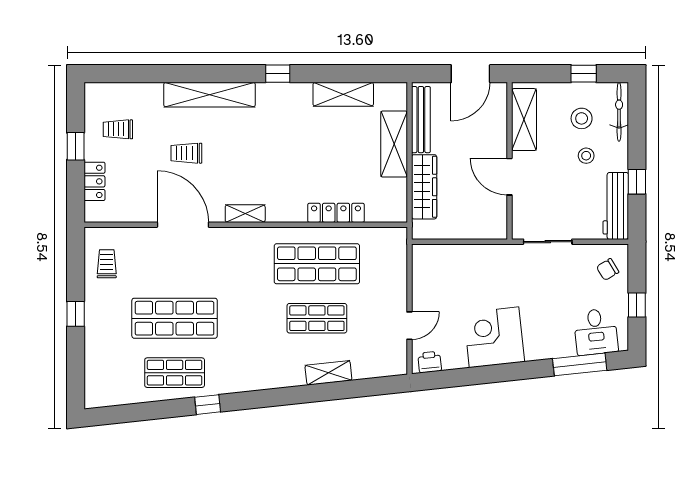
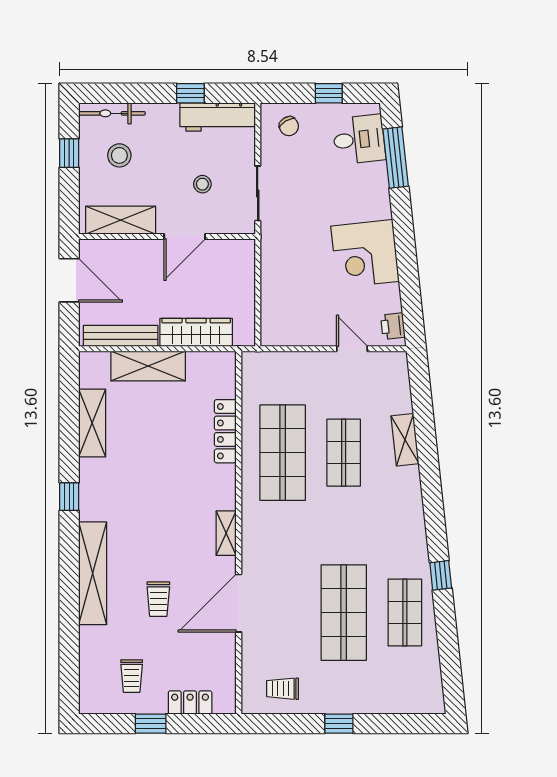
stool: (586, 156) -> (202, 184), moved

